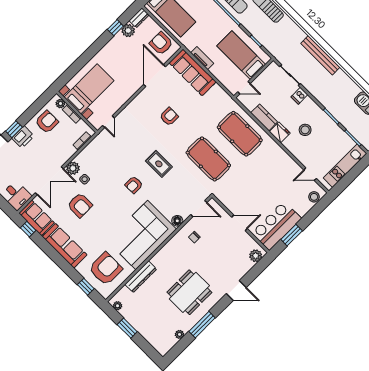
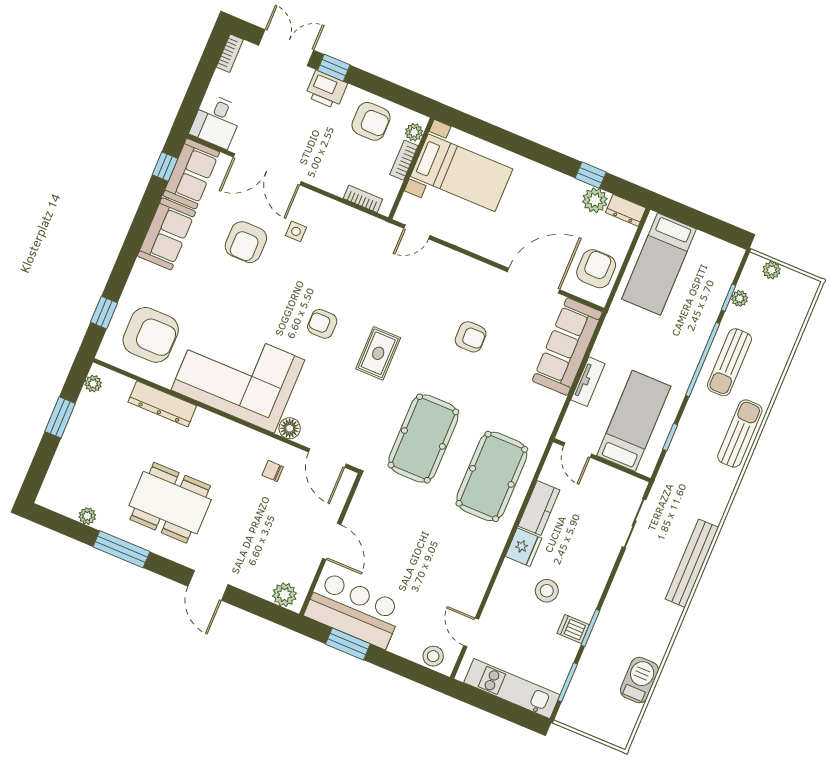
tv unit: (202, 58) -> (588, 382), moved
dishwasher: (299, 96) -> (573, 629), moved
plant: (73, 168) -> (307, 202), removed
sofa: (65, 246) -> (167, 234), width x0.73

